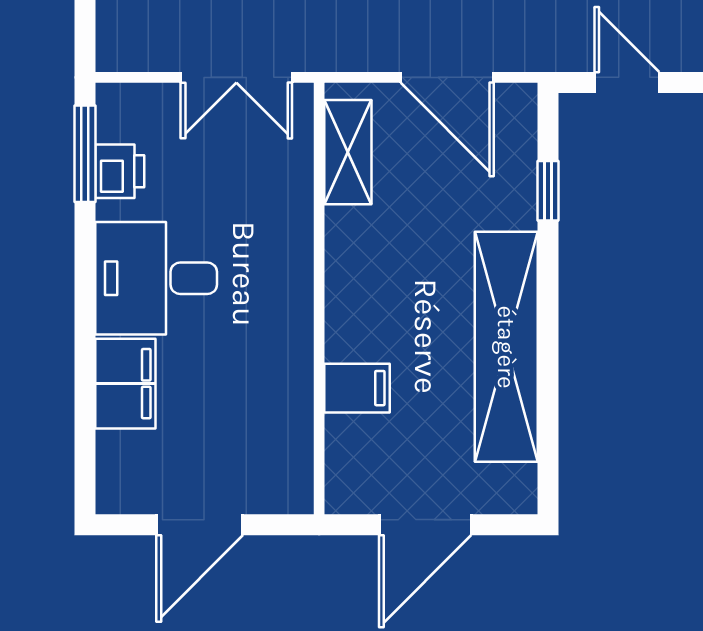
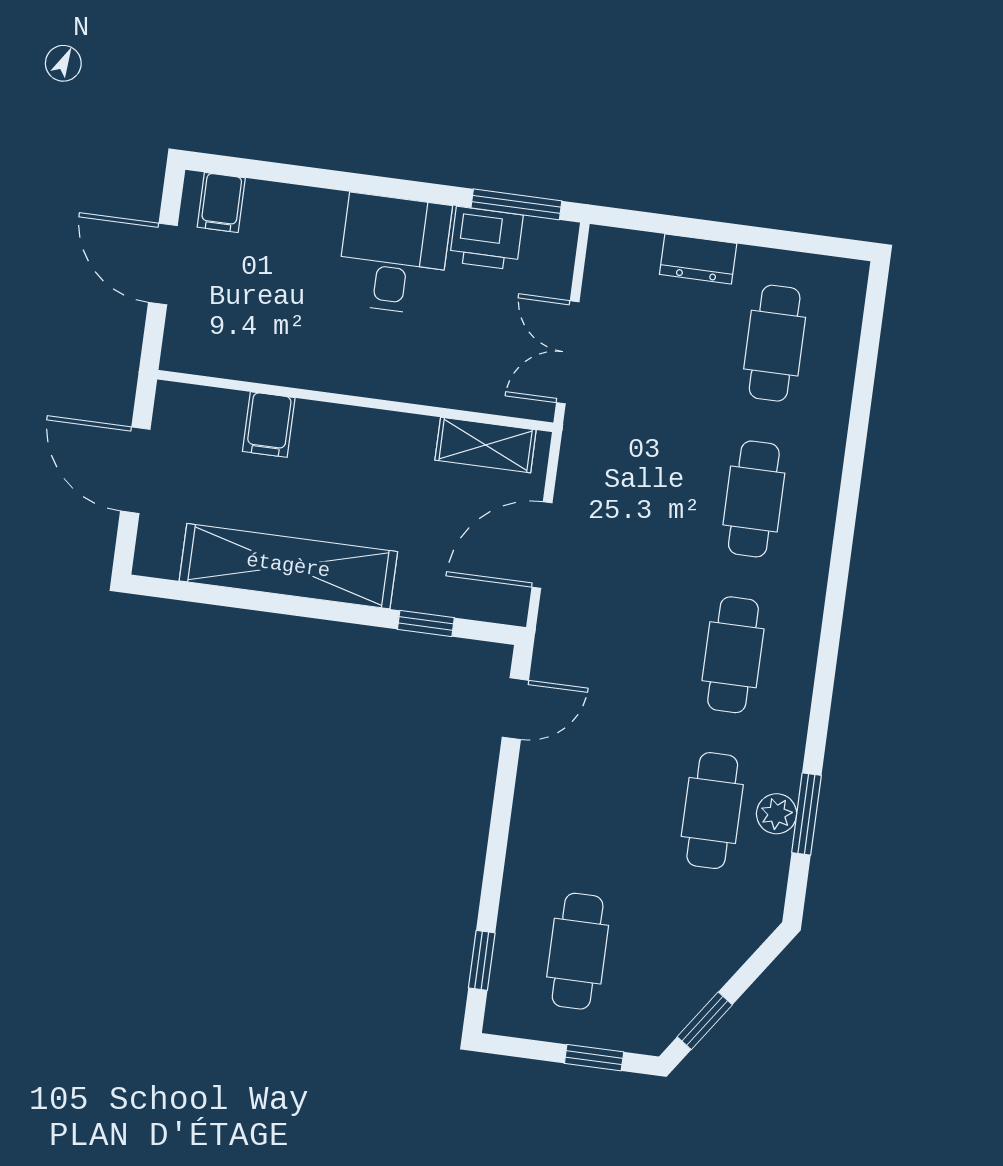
printer: (120, 171) -> (486, 238), width x1.36, depth x1.24
filing cabinet: (125, 384) -> (221, 203), moved, width x0.50

